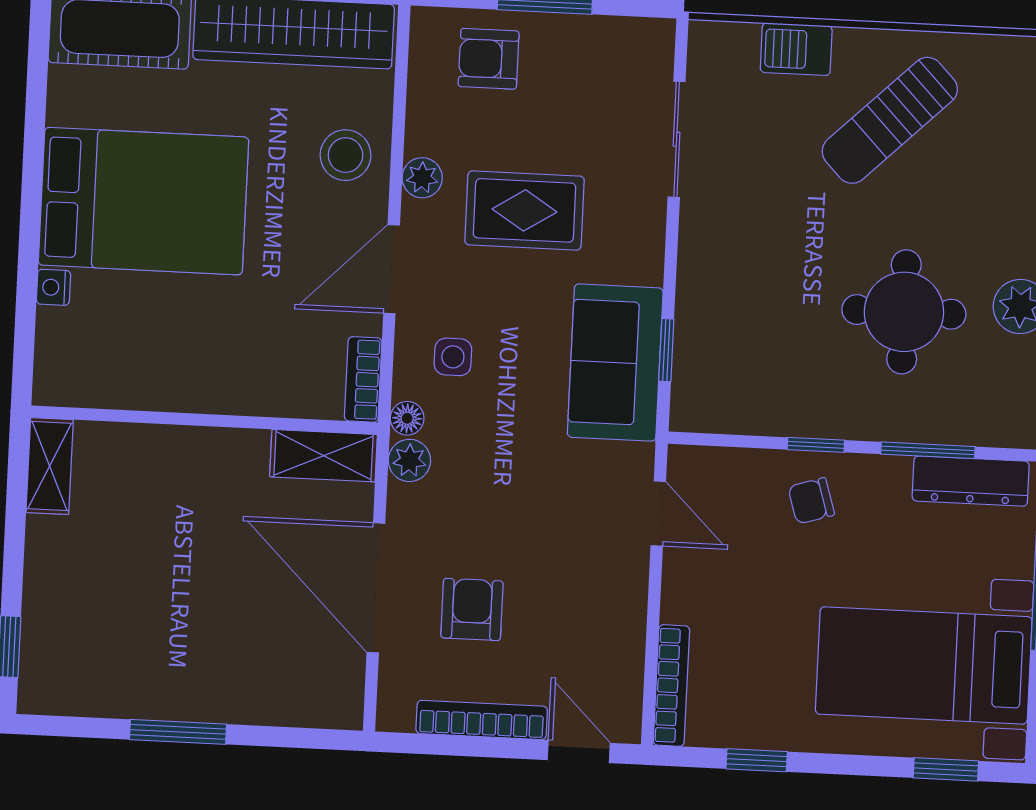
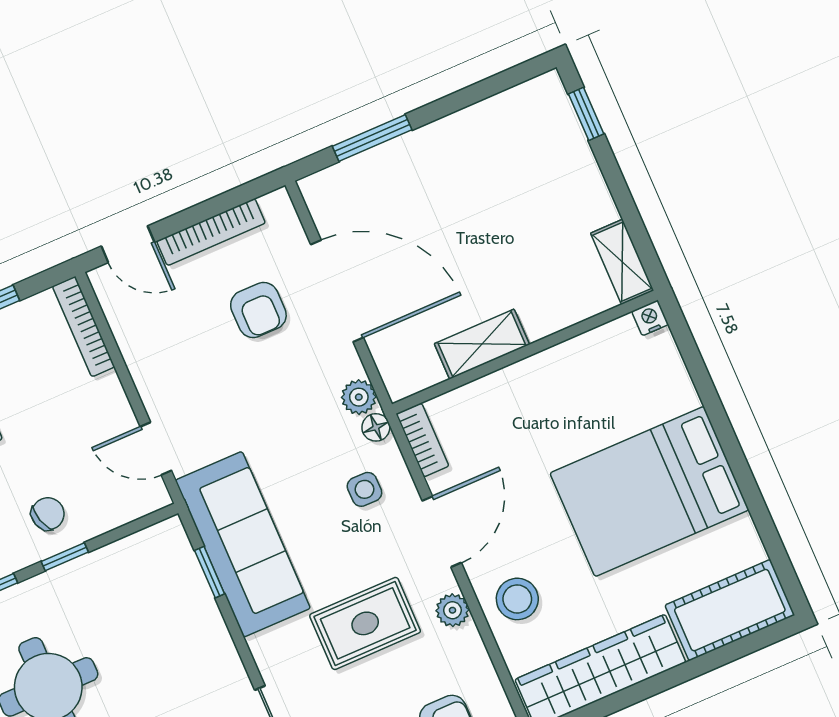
nightstand: (53, 287) -> (650, 318), moved, turned -90
sofa: (615, 363) -> (243, 544), width x1.36
shelving: (323, 456) -> (482, 344), moved
window: (178, 732) -> (372, 138), moved

